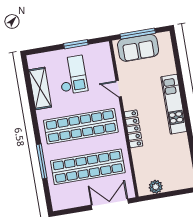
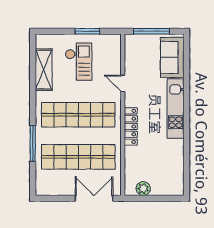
sofa: (138, 48) -> (172, 57), moved, turned 90

